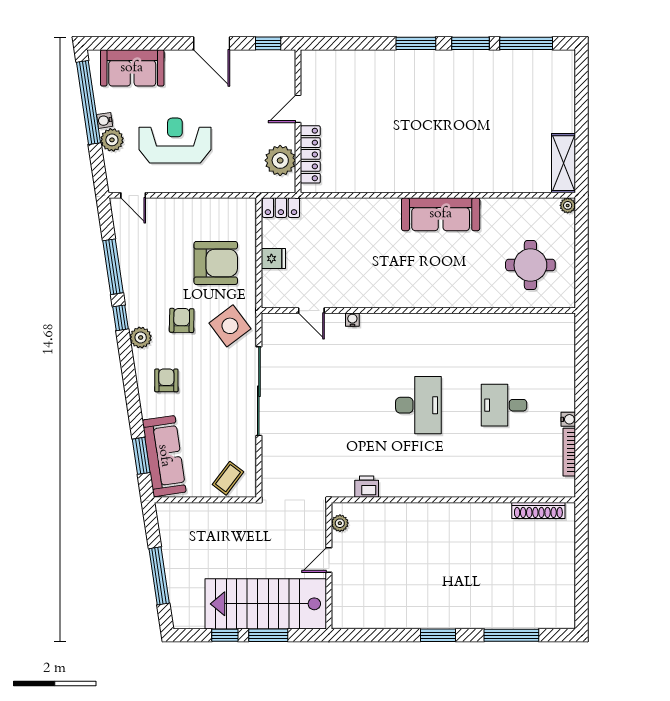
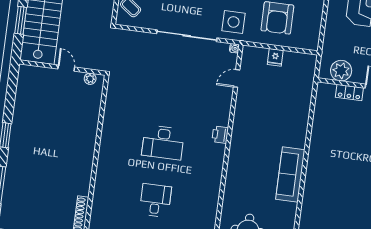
locker: (310, 154) -> (349, 93), width x0.66
locker: (281, 208) -> (309, 67), removed
water cooler: (352, 320) -> (234, 48), moved
side table: (230, 326) -> (234, 22), turned 37
printer: (367, 487) -> (220, 135), moved, turned 180

